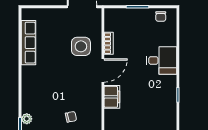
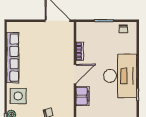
row of seats: (28, 43) -> (13, 58), width x1.36
side table: (81, 46) -> (18, 96), moved
desk: (162, 60) -> (120, 76), width x1.87, depth x1.30

